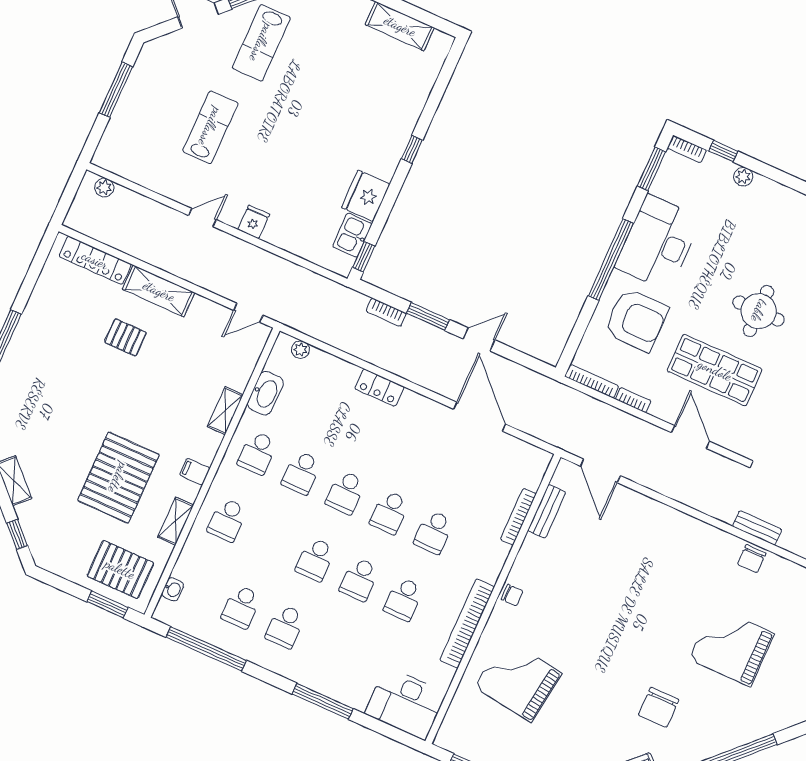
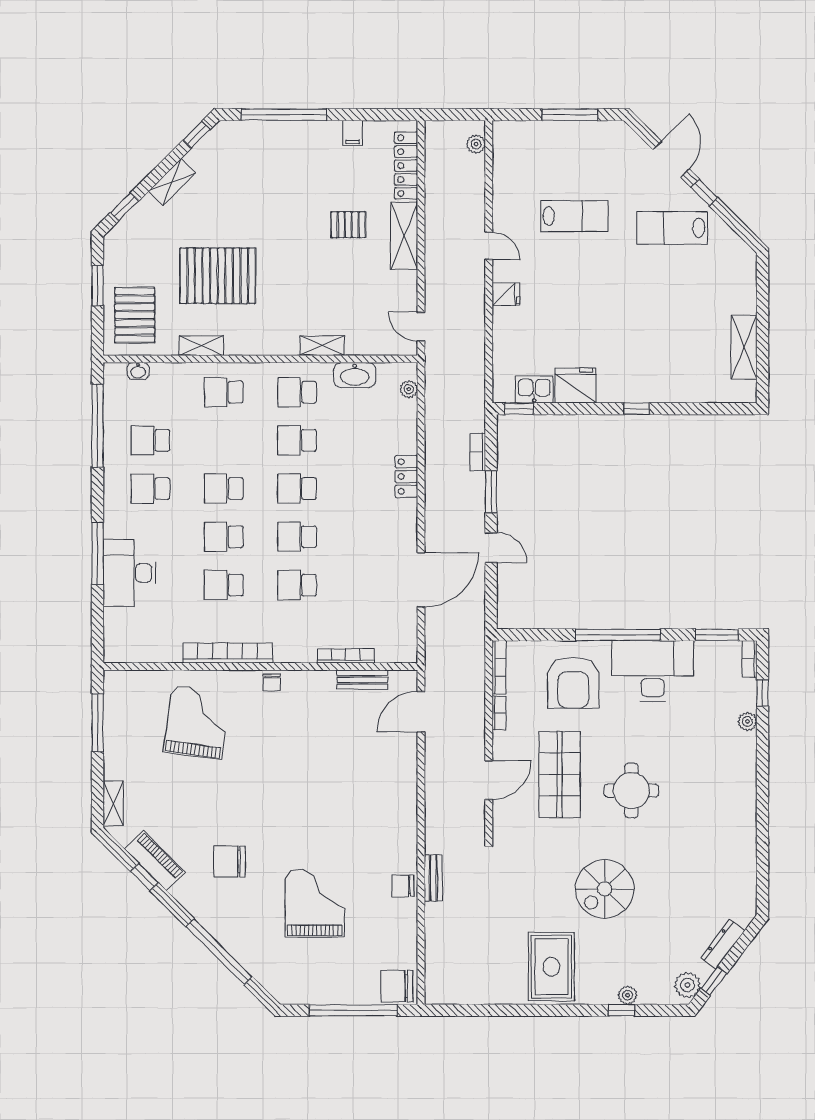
pallet: (125, 337) -> (348, 225), turned 90
filing cabinet: (195, 472) -> (353, 133), moved, turned 180
window: (107, 605) -> (98, 285), moved
desk: (406, 703) -> (130, 573), moved

